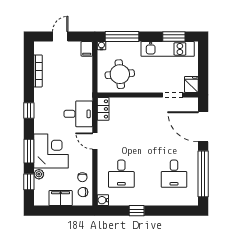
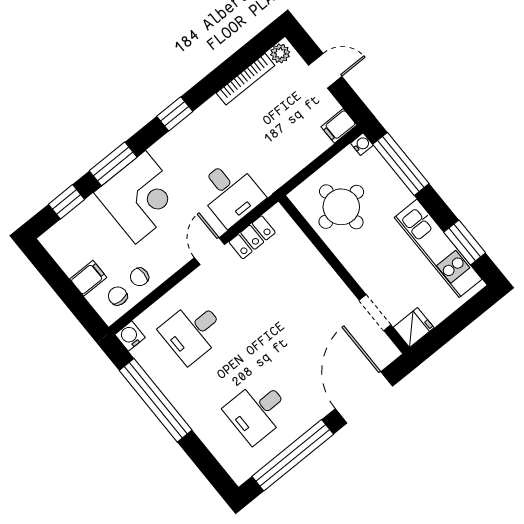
locker: (103, 109) -> (252, 237), moved
plant: (39, 174) -> (280, 53), moved
filing cabinet: (61, 198) -> (88, 278), width x0.50
window: (137, 211) -> (156, 400), width x3.17

